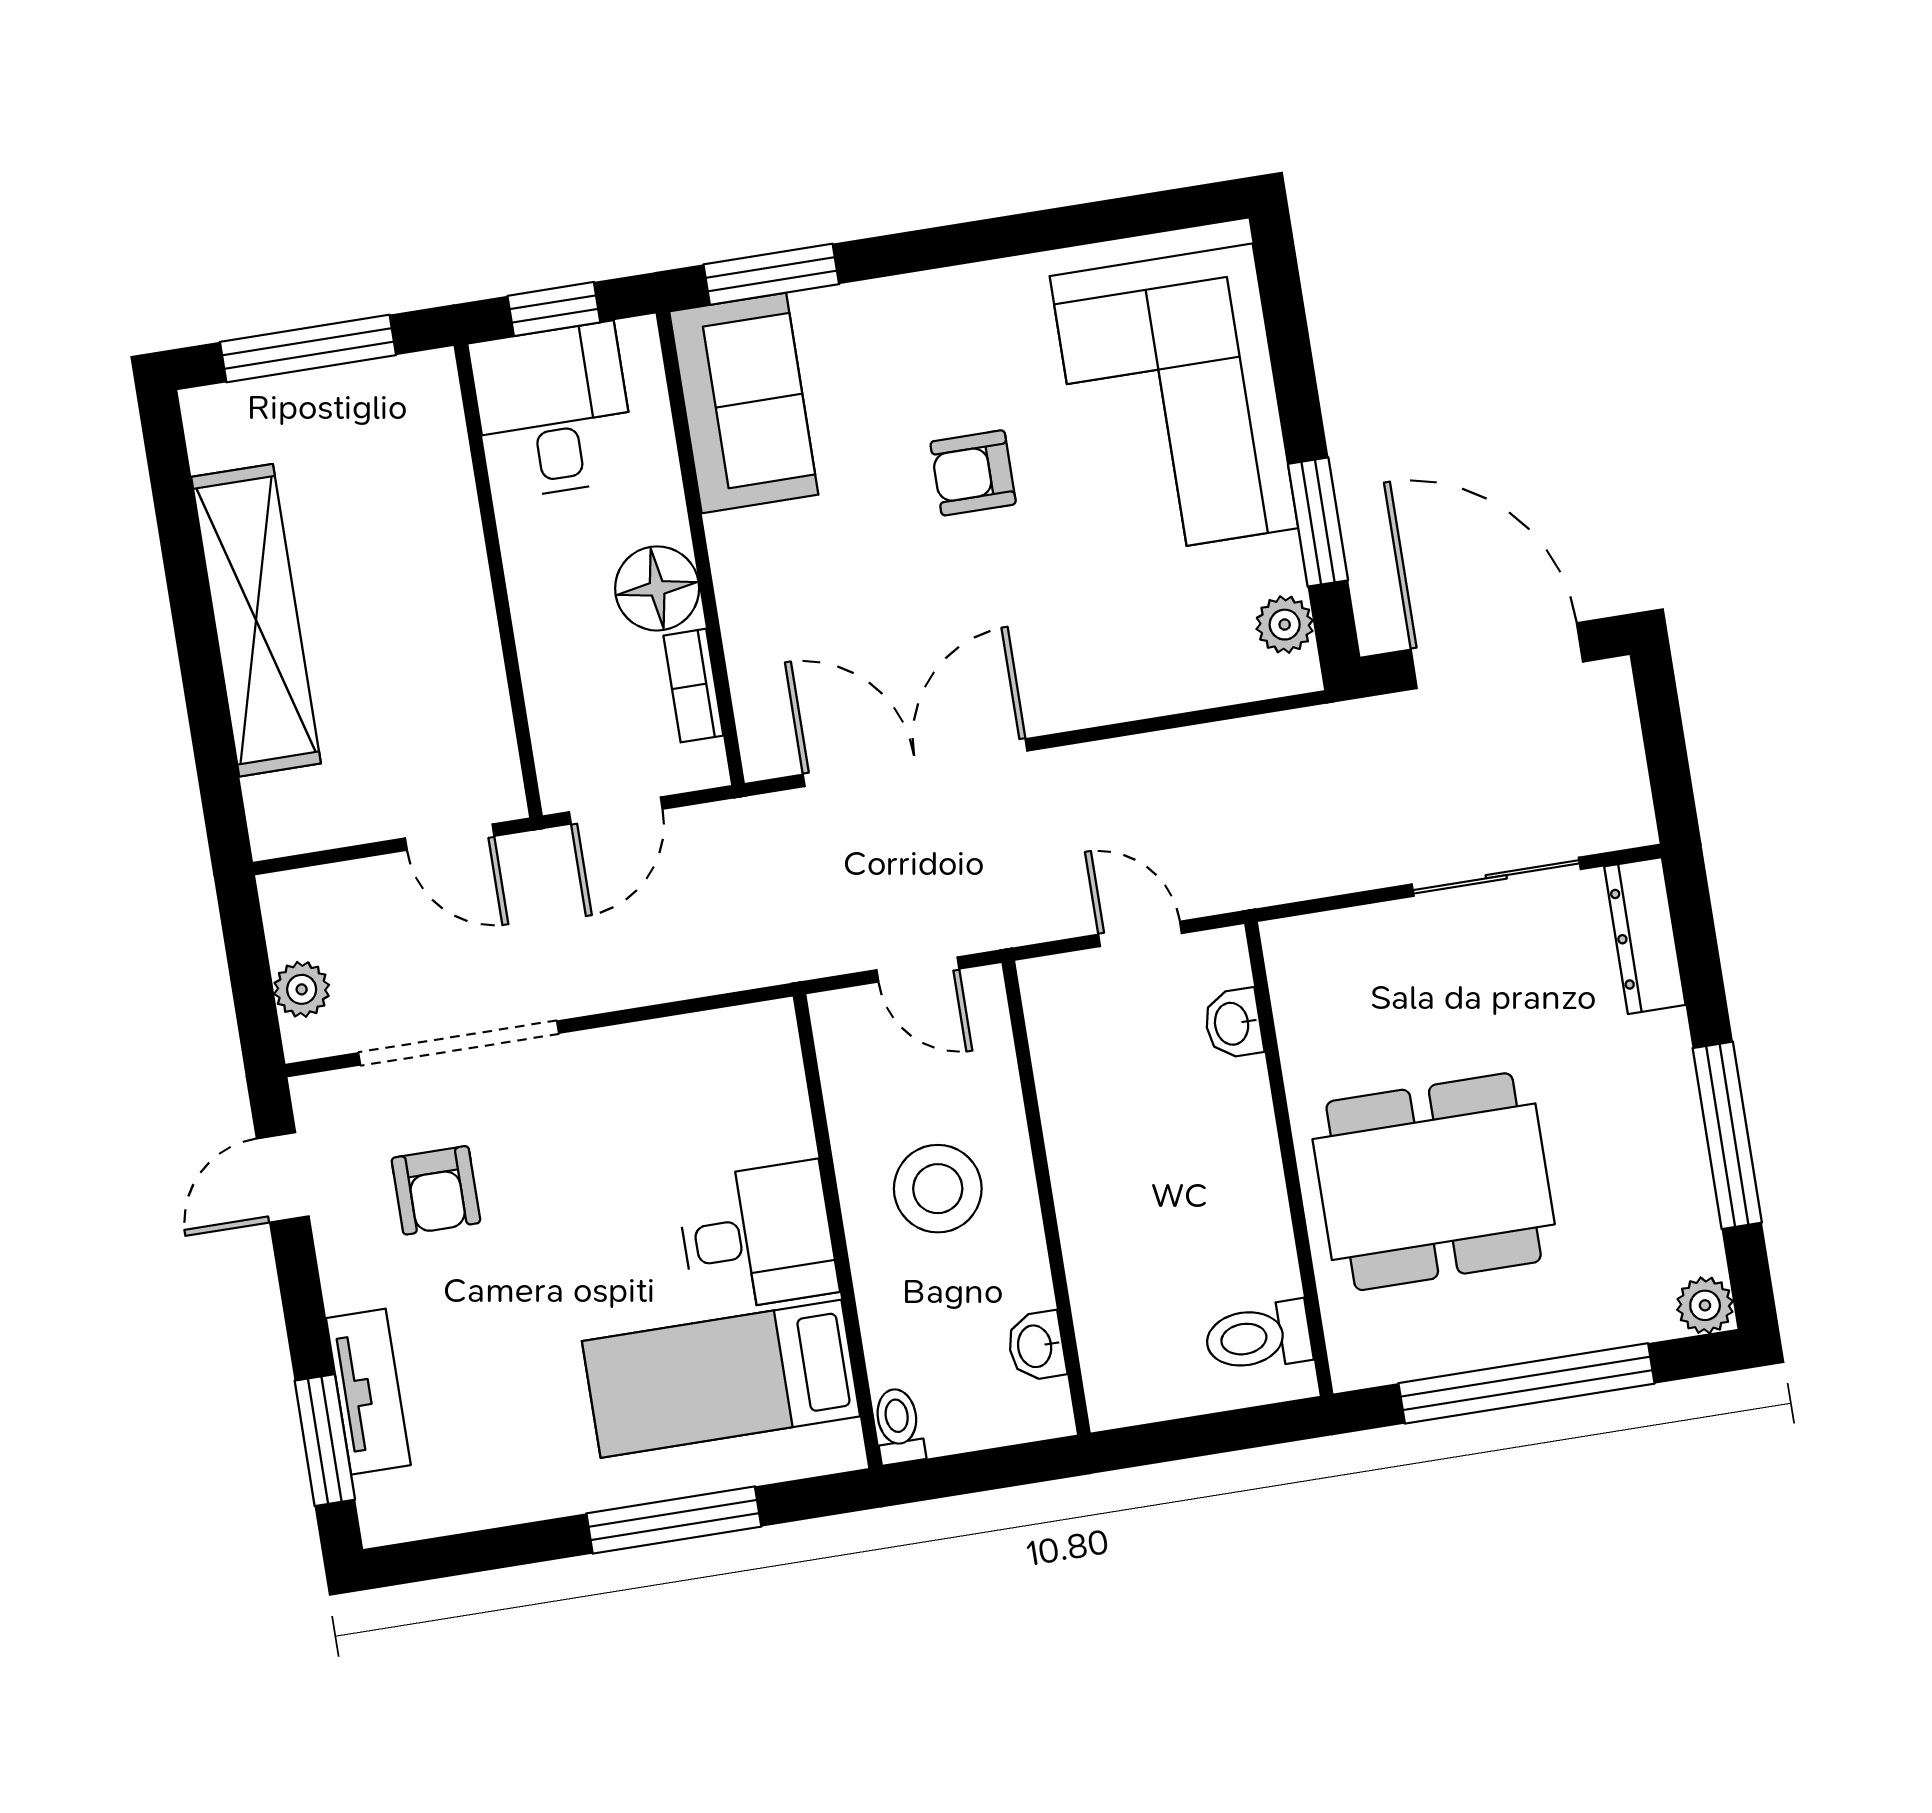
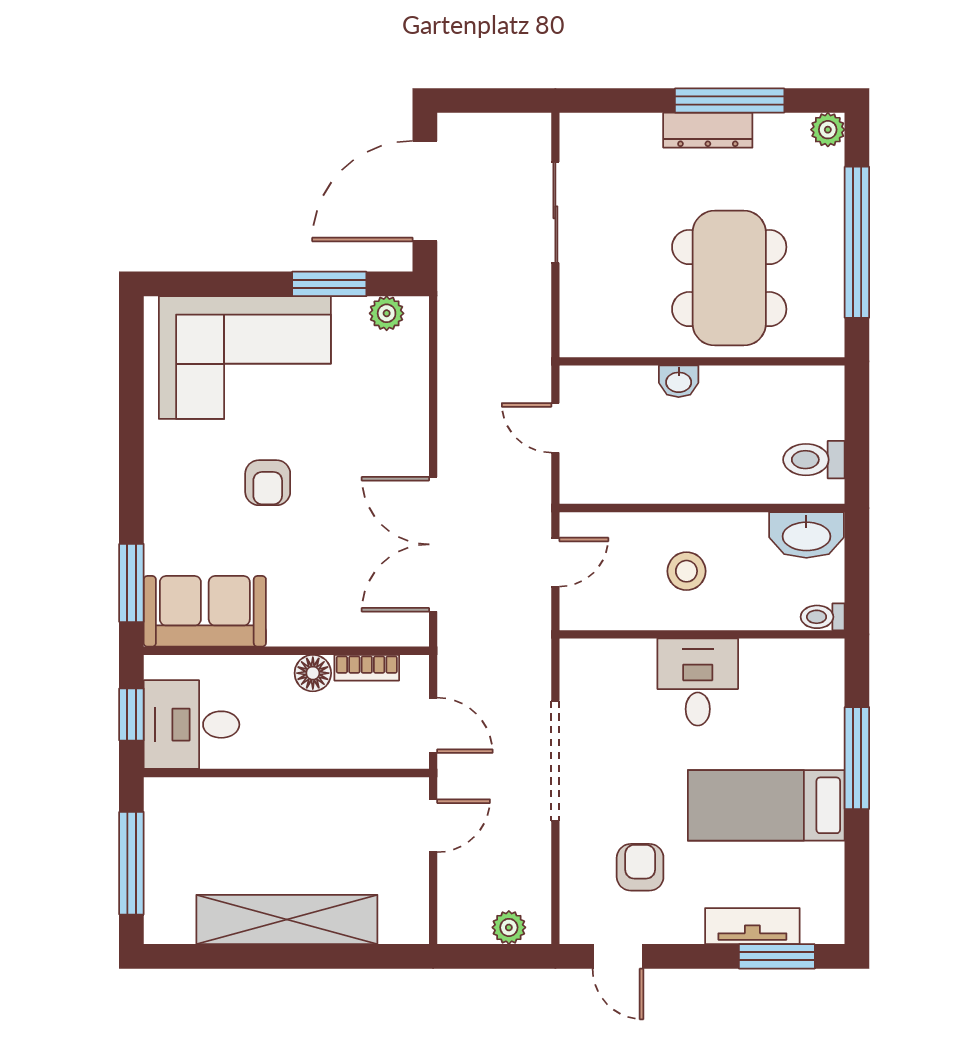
floor lamp: (657, 588) -> (313, 673), width x0.73, depth x0.73
door: (1140, 934) -> (555, 428), hinge flipped
dresser: (1645, 936) -> (708, 130), moved
washbasin: (1233, 1024) -> (679, 381), moved
doorway: (459, 1043) -> (555, 761), moved
stool: (938, 1189) -> (686, 571), width x0.73, depth x0.73
armchair: (436, 1190) -> (640, 867), turned -90
toilet: (1258, 1337) -> (814, 460), moved, turned 90
washbasin: (1036, 1346) -> (806, 535), width x1.91, depth x1.45
bed: (721, 1379) -> (766, 805), moved, turned 90

